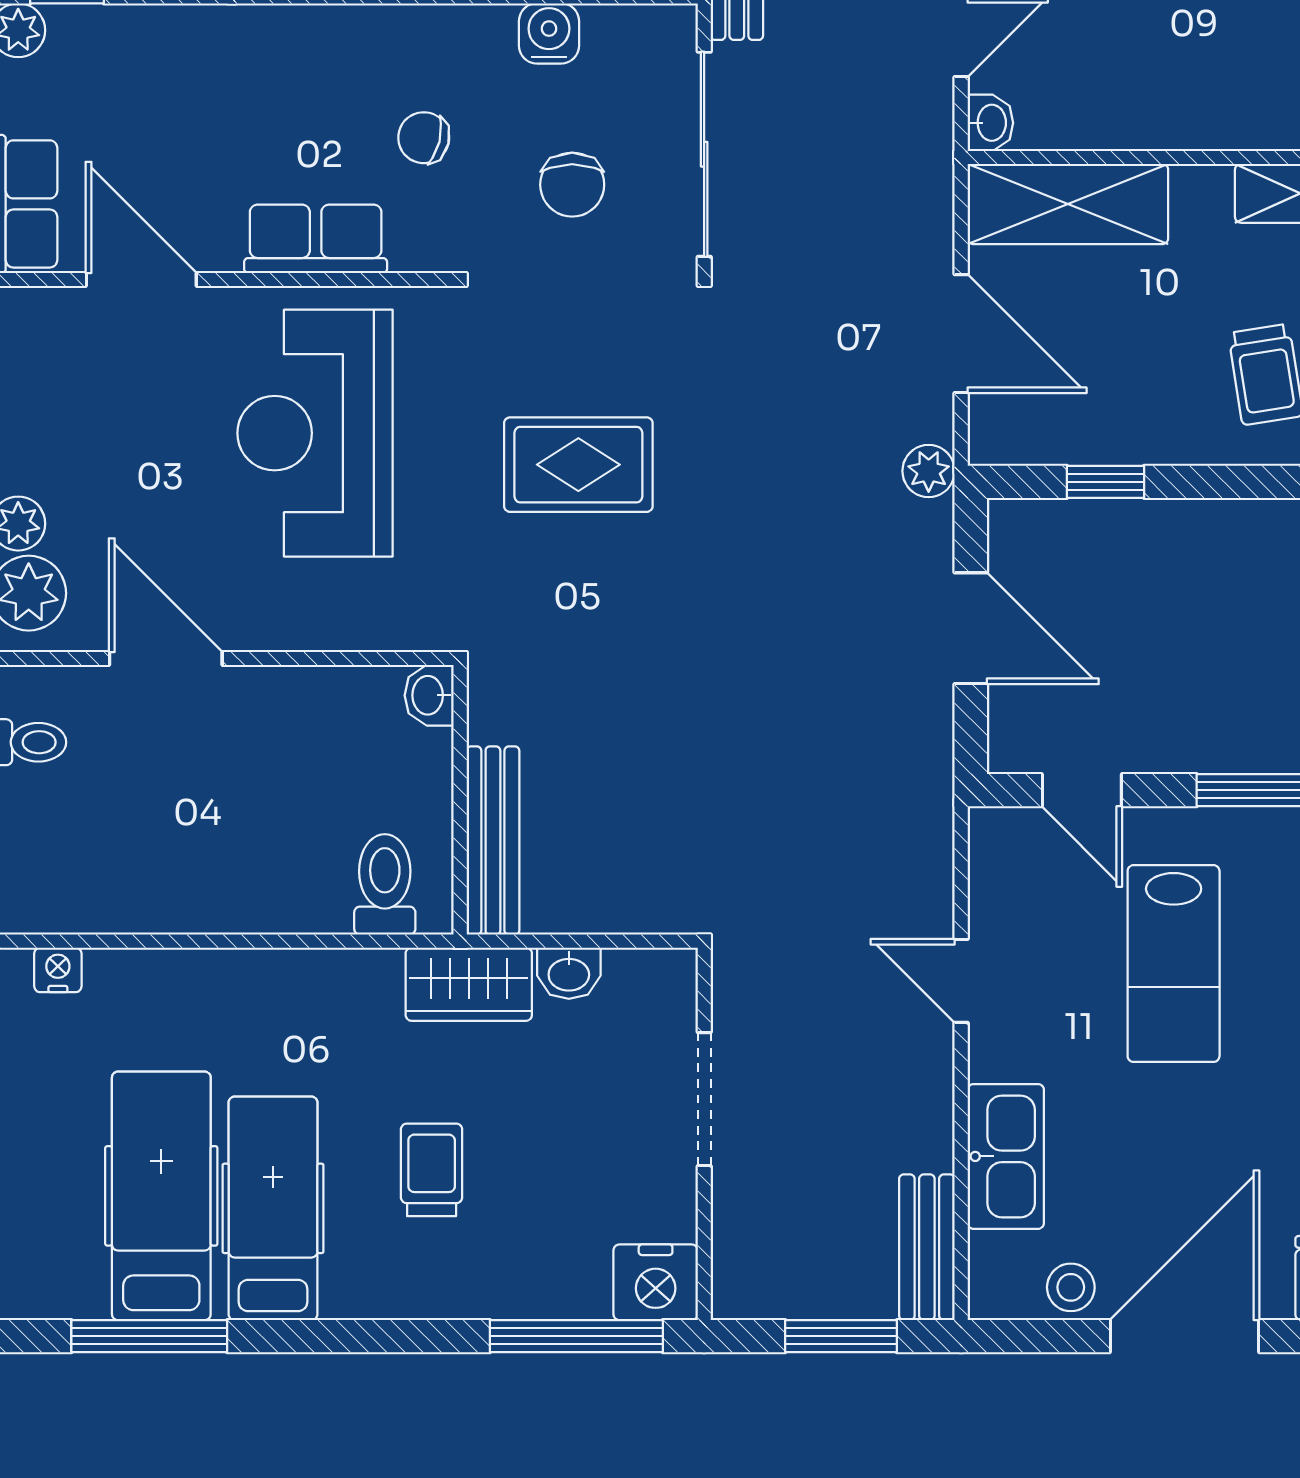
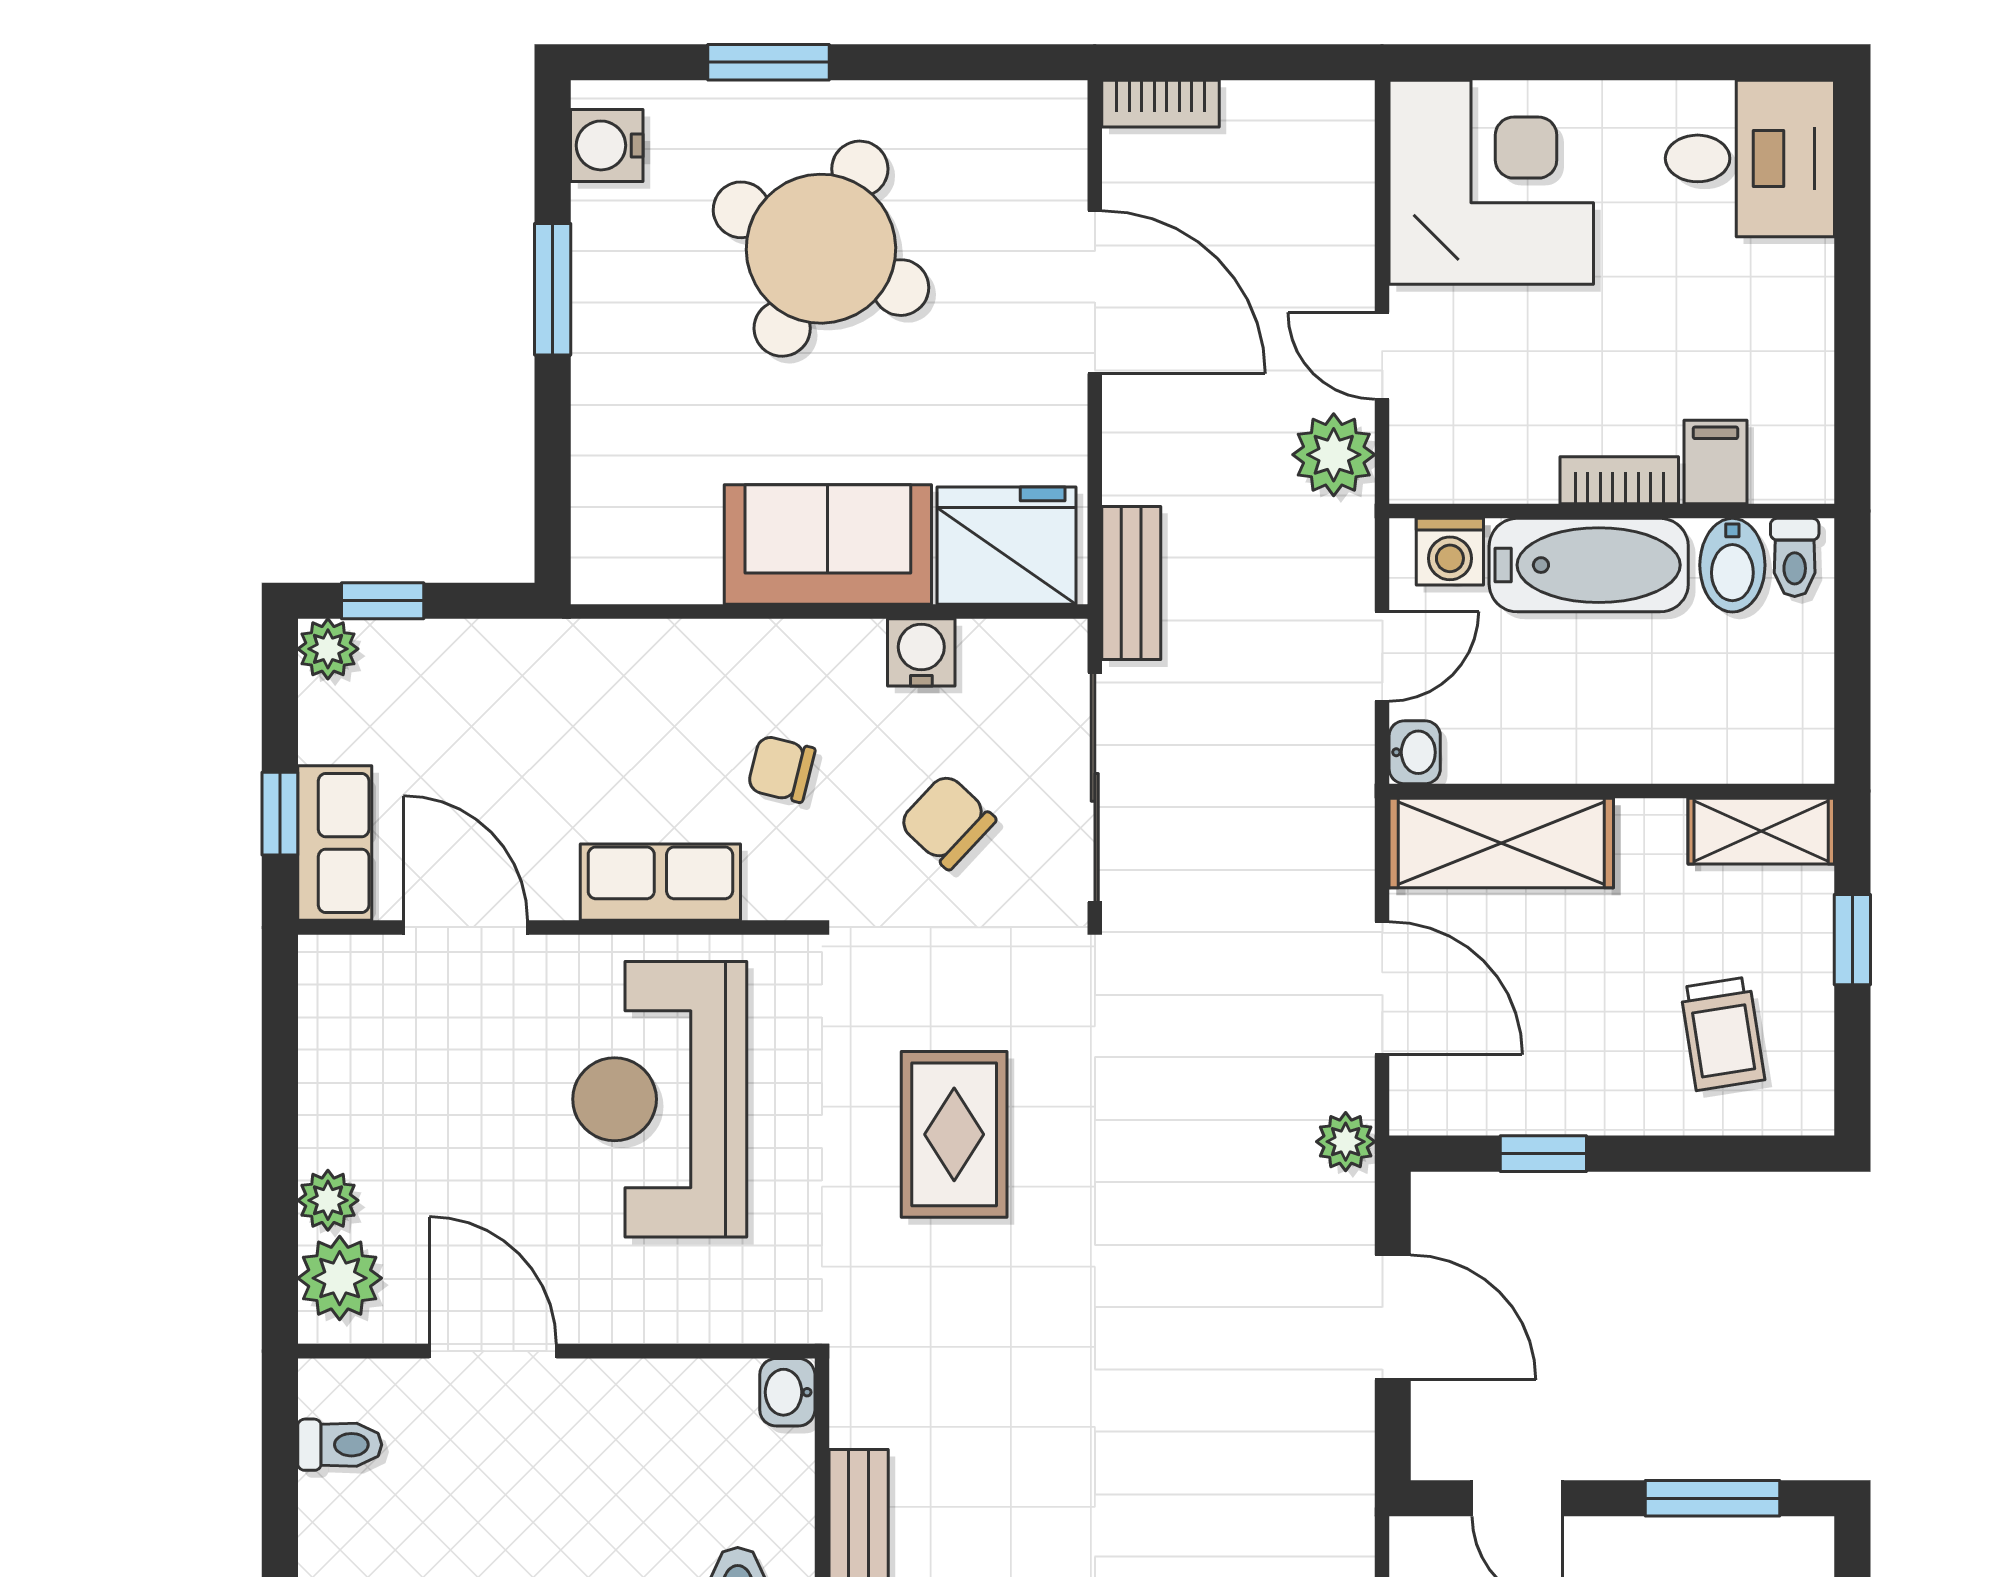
chair: (572, 185) -> (947, 821), turned 133
rug: (578, 465) -> (954, 1134), turned 90

